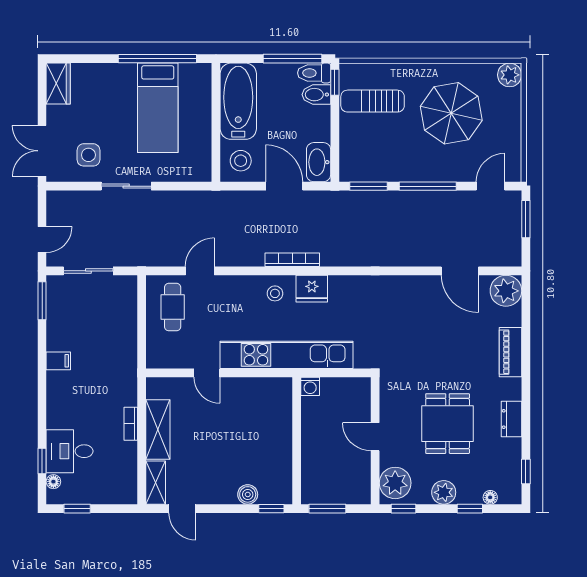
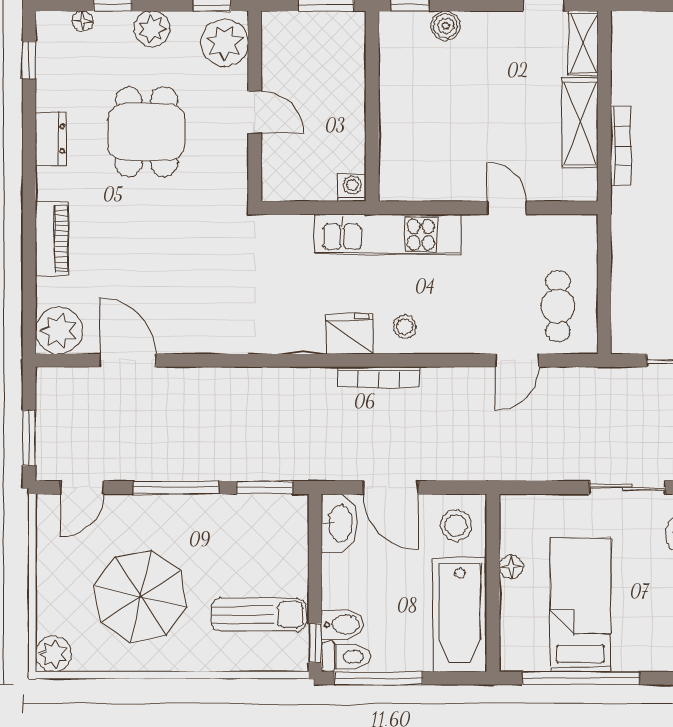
floor lamp: (204, 133) -> (511, 567), added
kitchen unit: (287, 355) -> (387, 235), width x0.73
bookcase: (131, 424) -> (621, 146), width x1.56

